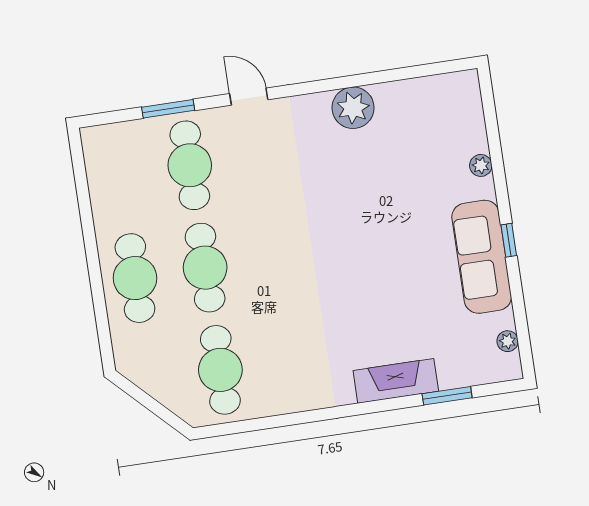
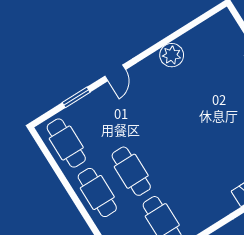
door: (249, 97) -> (115, 73), swing flipped
cafe table: (190, 165) -> (66, 143), moved

